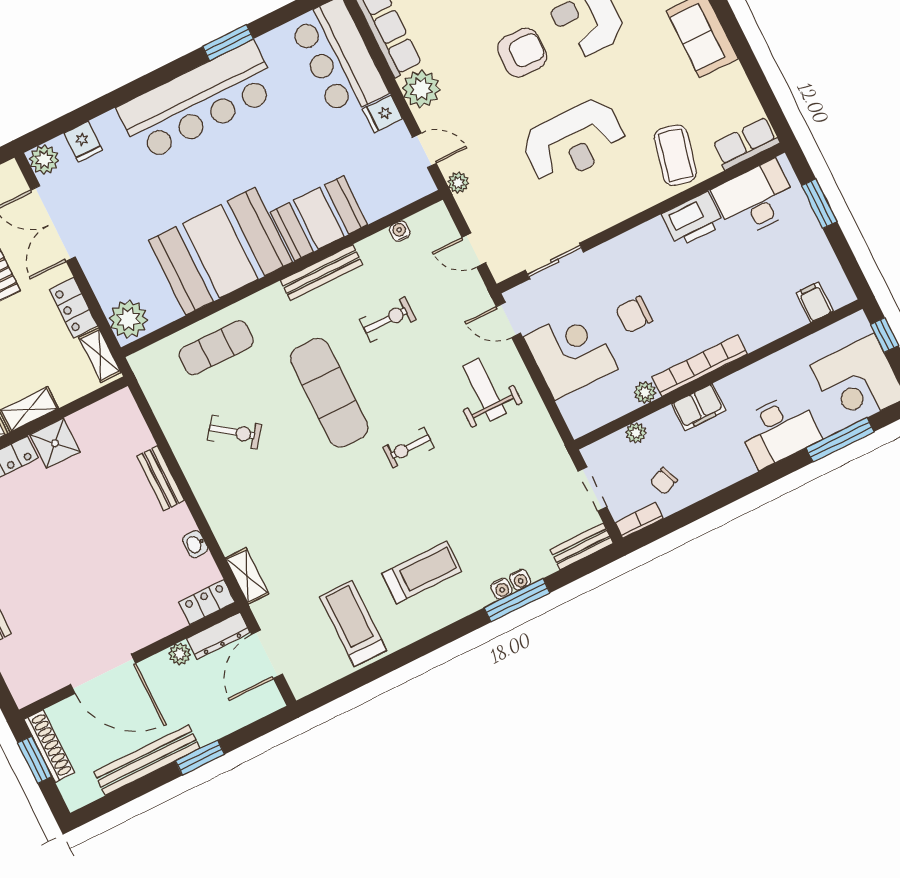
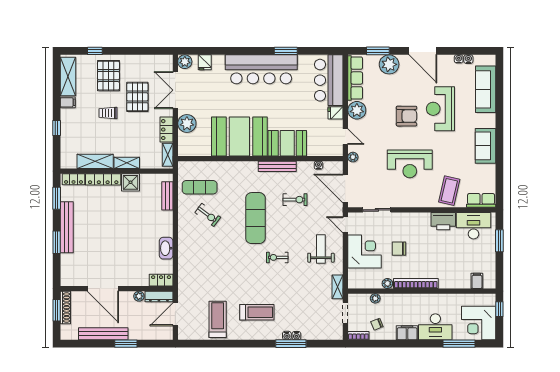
door: (474, 250) -> (345, 188), width x1.87
plant: (128, 319) -> (187, 124), moved
exercise mat: (216, 348) -> (200, 187), moved
filing cabinet: (699, 407) -> (407, 333), moved, turned 180
bench: (161, 478) -> (167, 196), moved
washbasin: (195, 544) -> (166, 248), width x1.91, depth x1.45
bench: (582, 546) -> (329, 335), removed
shelving: (247, 576) -> (338, 287), moved

